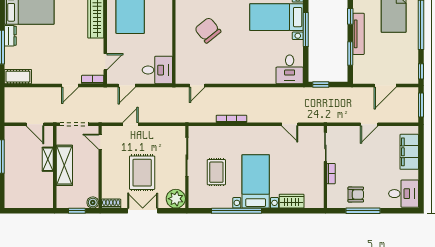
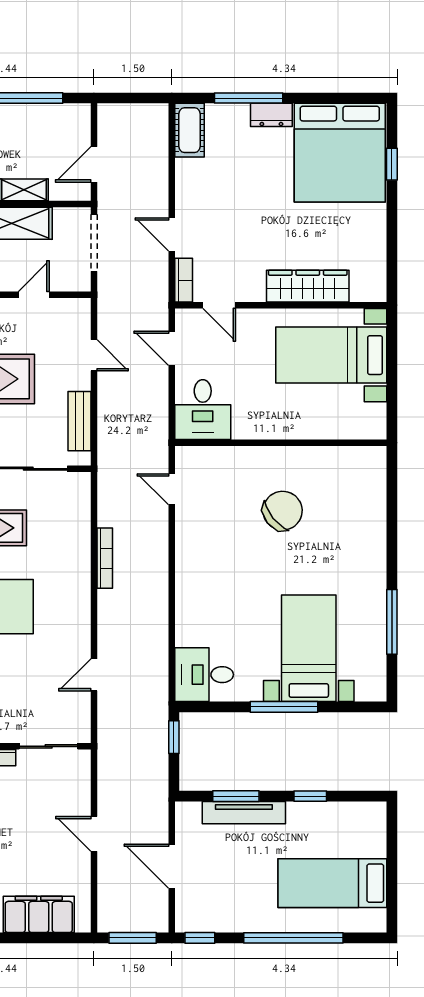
tv unit: (358, 34) -> (244, 813), moved
bench: (163, 132) -> (79, 421), added
door: (100, 142) -> (34, 295), moved

